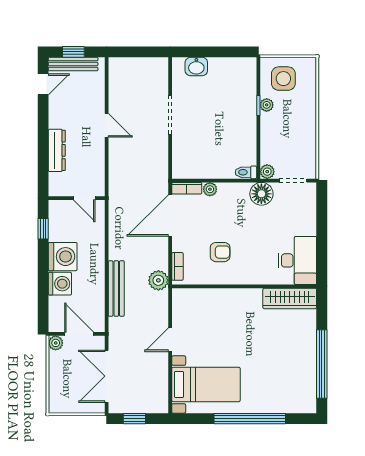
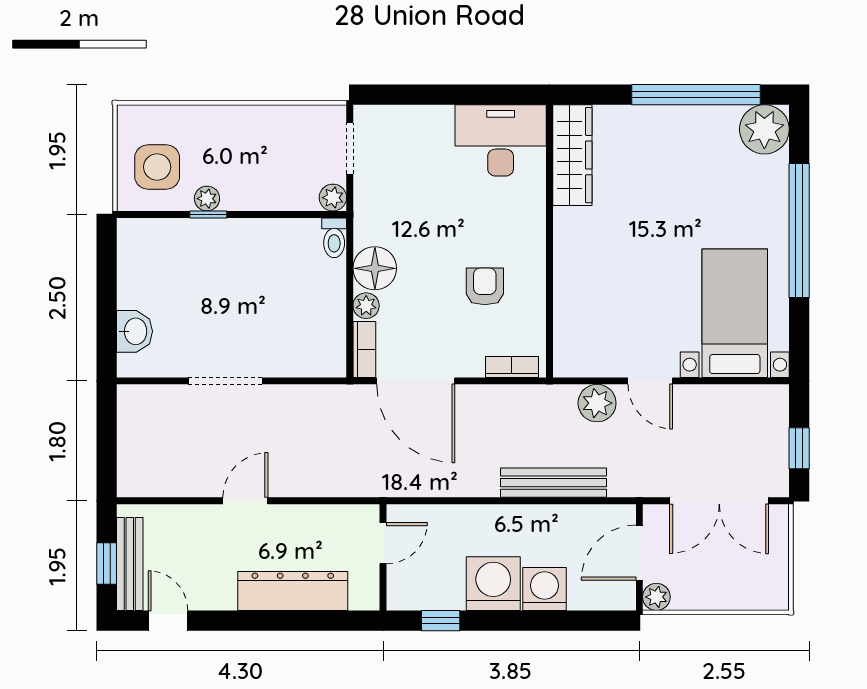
dresser: (57, 150) -> (293, 591), width x1.37, depth x1.24
floor lamp: (261, 194) -> (375, 268), moved
plant: (158, 280) -> (597, 403), moved
plant: (303, 400) -> (764, 129), added

